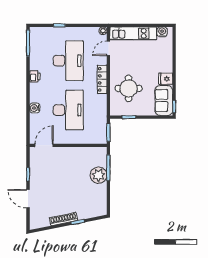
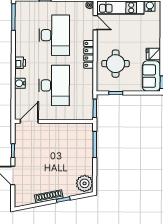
door: (108, 48) -> (95, 23), swing flipped
printer: (35, 76) -> (20, 63), moved
plant: (99, 175) -> (85, 183), moved

